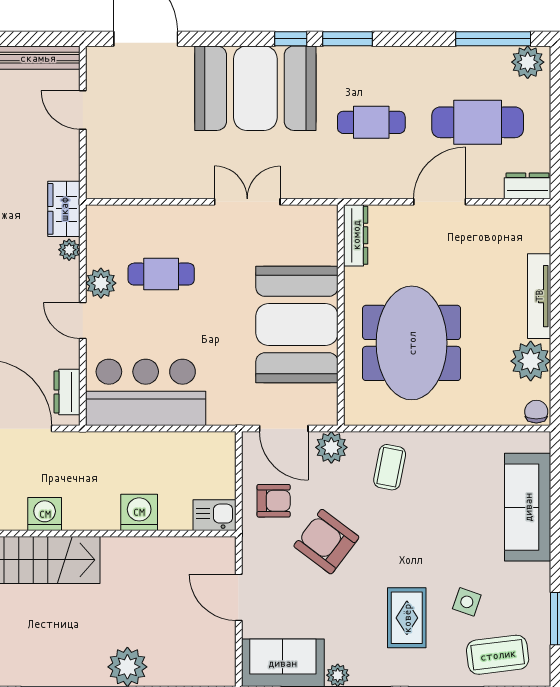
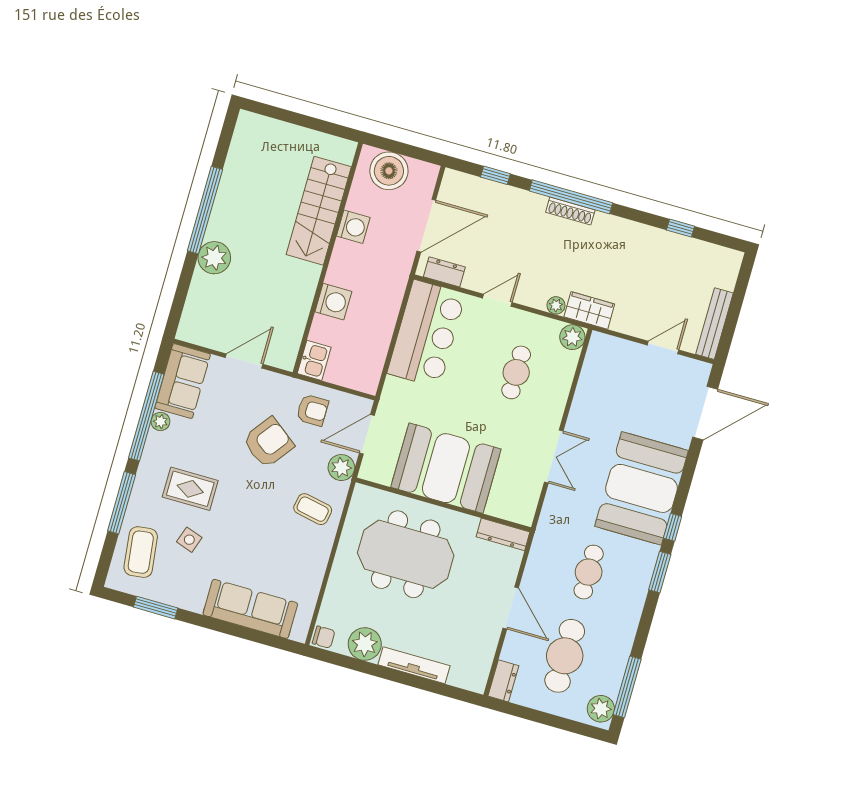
plant: (101, 283) -> (572, 337), moved
armchair: (274, 501) -> (312, 410), turned -90

